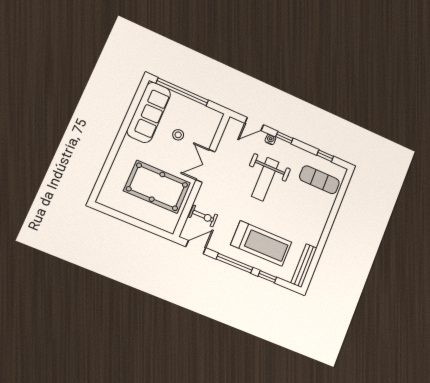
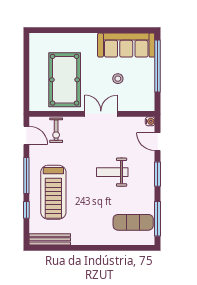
window: (284, 137) -> (158, 174), width x1.50
water cooler: (270, 139) -> (150, 121), moved
window: (325, 156) -> (158, 219), width x2.17
weight bench: (265, 179) -> (112, 172), width x0.73, depth x0.75
exercise mat: (319, 180) -> (133, 222), turned 90

